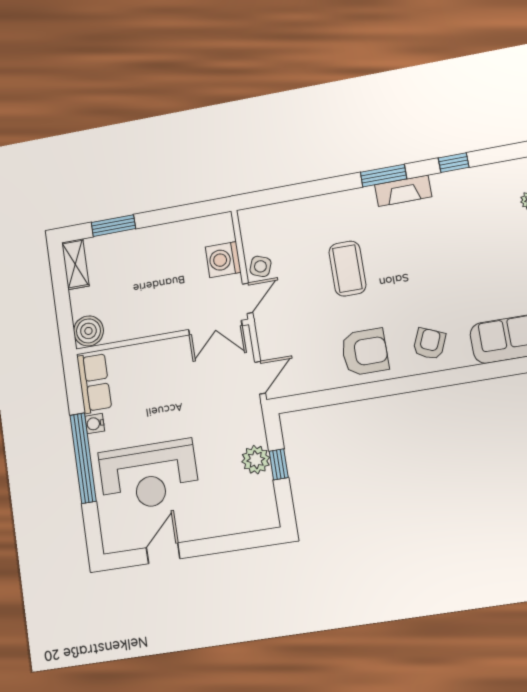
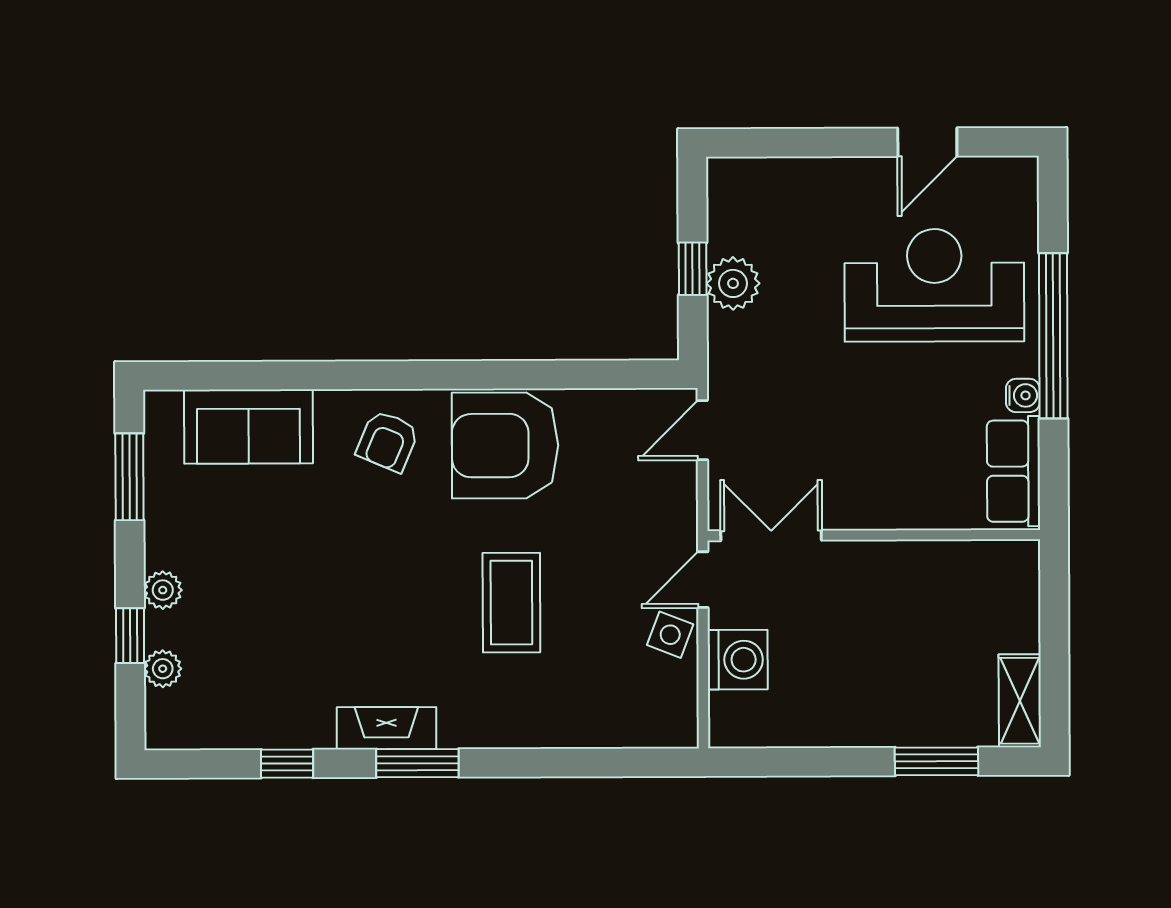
boiler: (88, 331) -> (1012, 570), removed
armchair: (365, 352) -> (505, 445), width x1.36, depth x1.36

